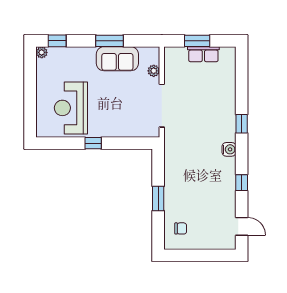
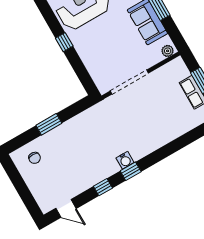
plant: (154, 71) -> (168, 51), moved
window: (242, 124) -> (131, 171), moved
door: (242, 226) -> (66, 208), hinge flipped

